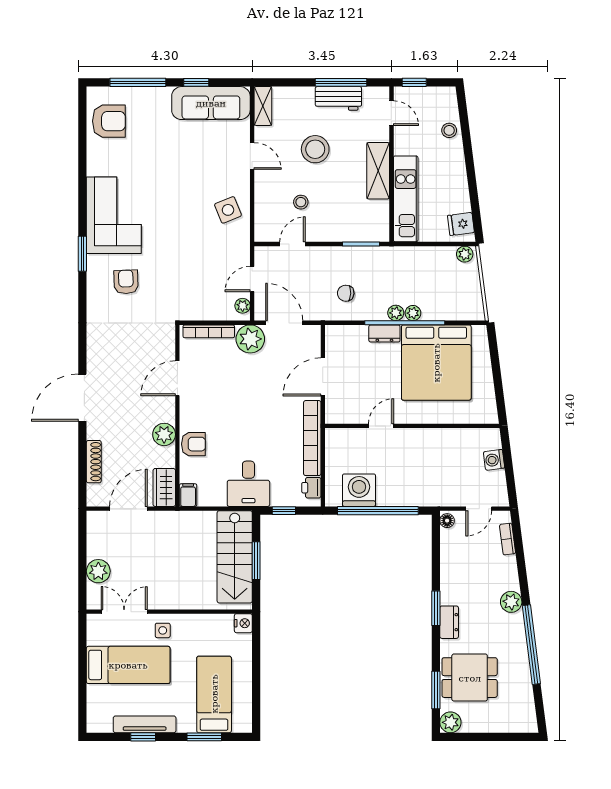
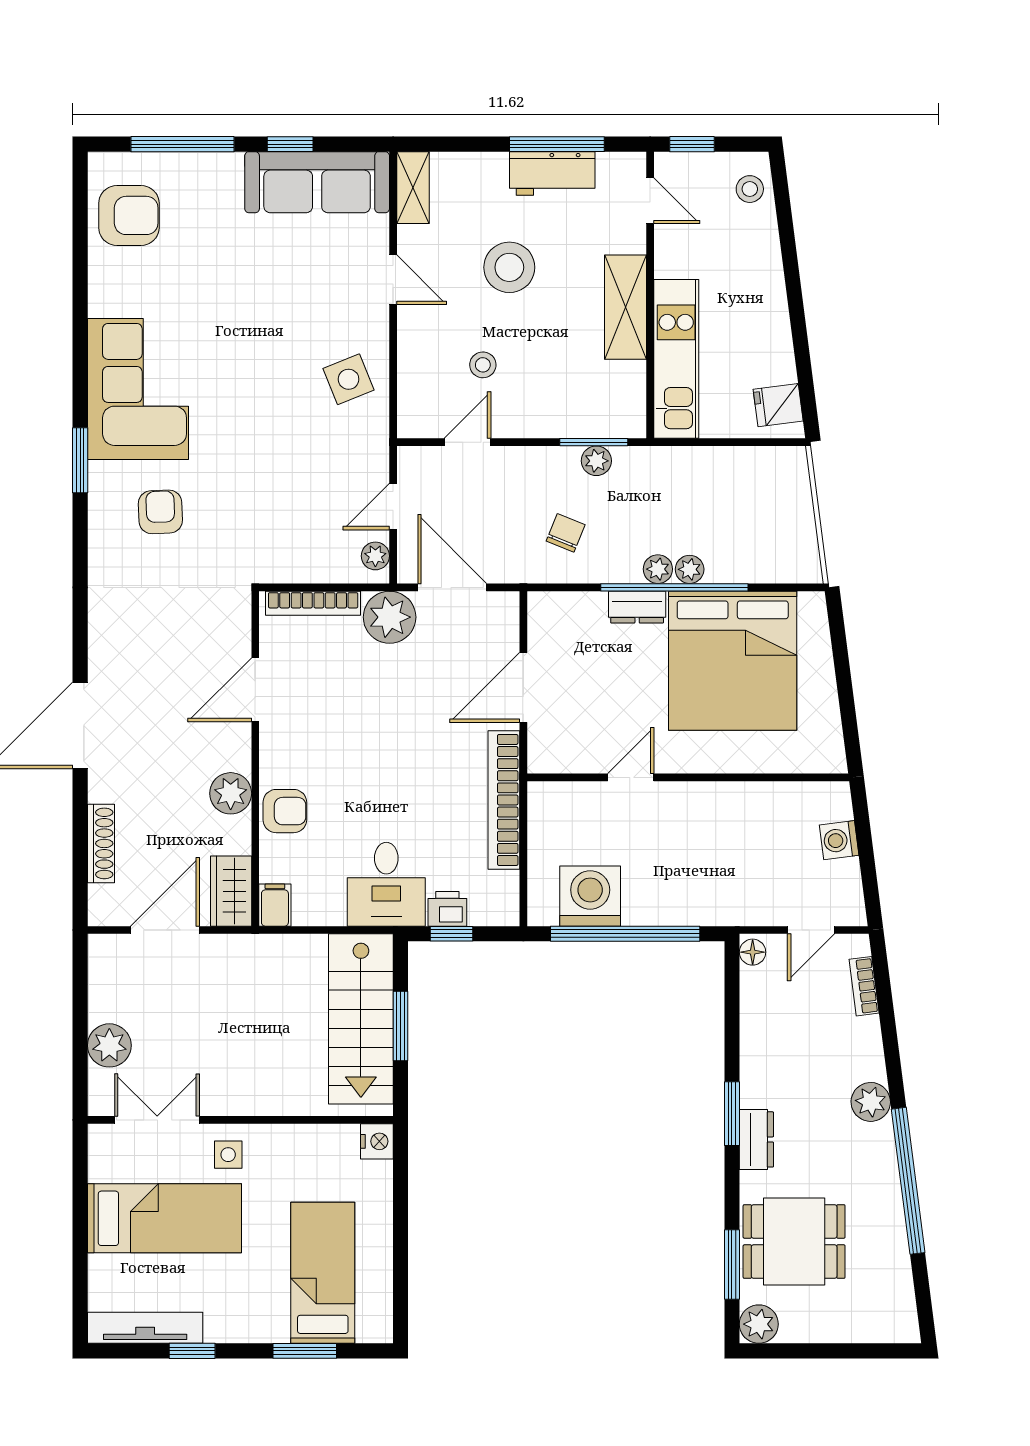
stool: (449, 130) -> (750, 189), moved
plant: (465, 254) -> (596, 461), moved
chair: (346, 293) -> (566, 533), turned 109
printer: (311, 488) -> (447, 909), moved, turned 90
tv unit: (145, 724) -> (145, 1328), moved

